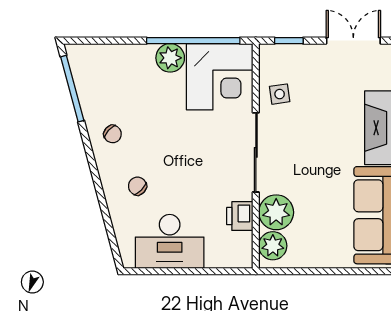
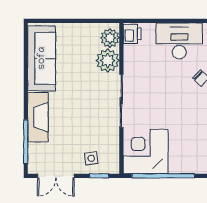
plant: (170, 58) -> (179, 164), removed
side table: (280, 94) -> (91, 158), moved
printer: (240, 216) -> (132, 34), moved

